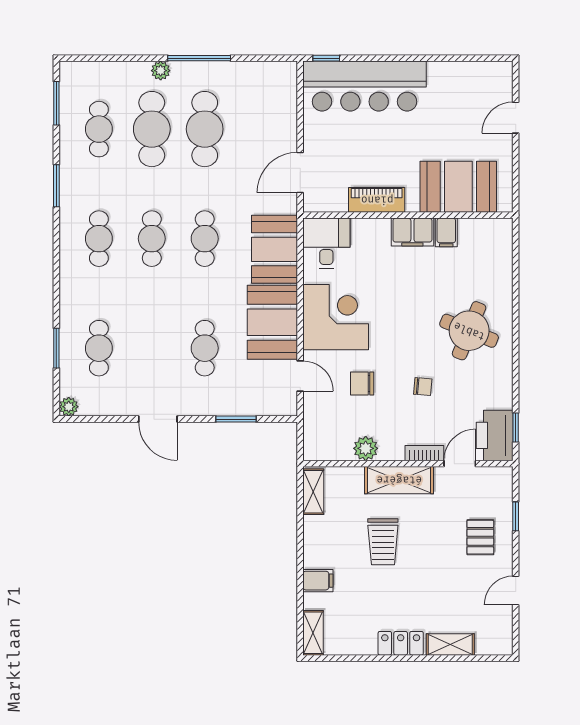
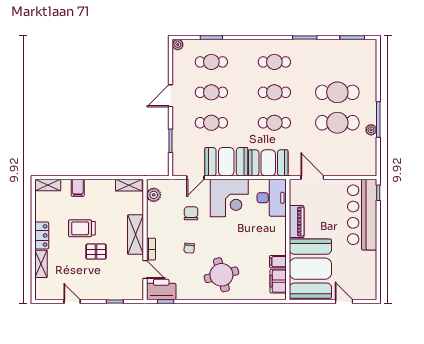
plant: (161, 71) -> (371, 130), moved
cafe table: (99, 129) -> (211, 92), moved
booth: (458, 187) -> (310, 269), width x1.36, depth x1.42
filing cabinet: (412, 232) -> (278, 281), moved
desk: (326, 243) -> (272, 198), width x1.37
round table: (469, 331) -> (221, 275), turned -37
plant: (366, 448) -> (154, 195), moved
pallet: (480, 537) -> (96, 252), moved
trolley: (383, 542) -> (82, 228), moved

